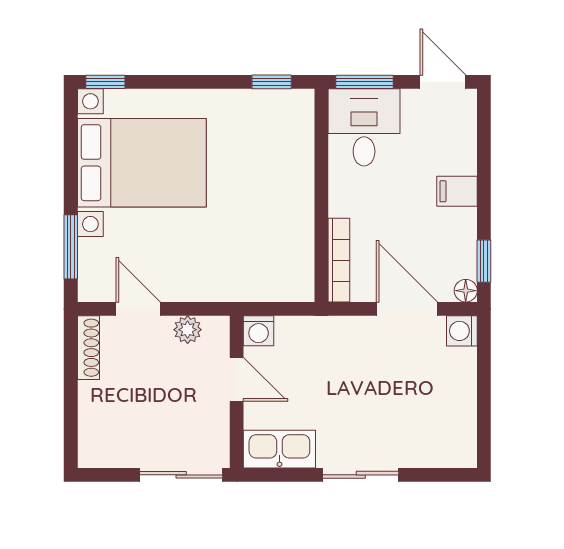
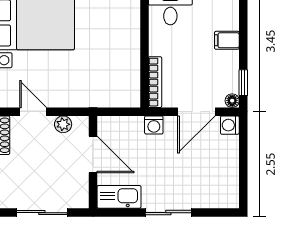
door: (407, 309) -> (196, 112), swing flipped
washing machine: (259, 331) -> (154, 125), moved
door: (237, 379) -> (93, 155), width x1.38
sliding door: (181, 475) -> (42, 213), moved

